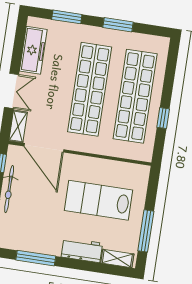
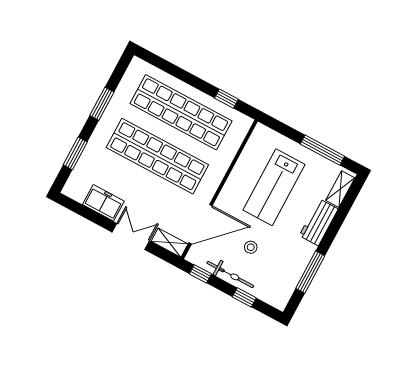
freezer: (33, 50) -> (103, 203), width x0.71
window: (163, 118) -> (226, 99), moved
stool: (39, 199) -> (251, 247), added

